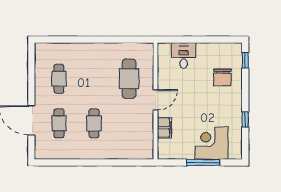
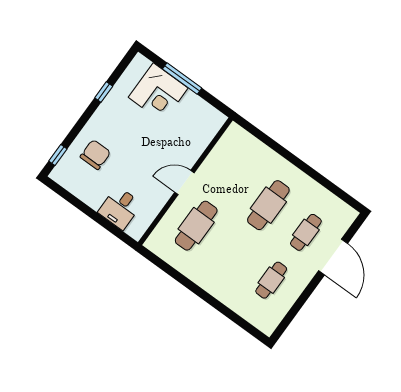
cafe table: (94, 123) -> (268, 205), width x1.37, depth x1.35
filing cabinet: (164, 128) -> (196, 146), removed

